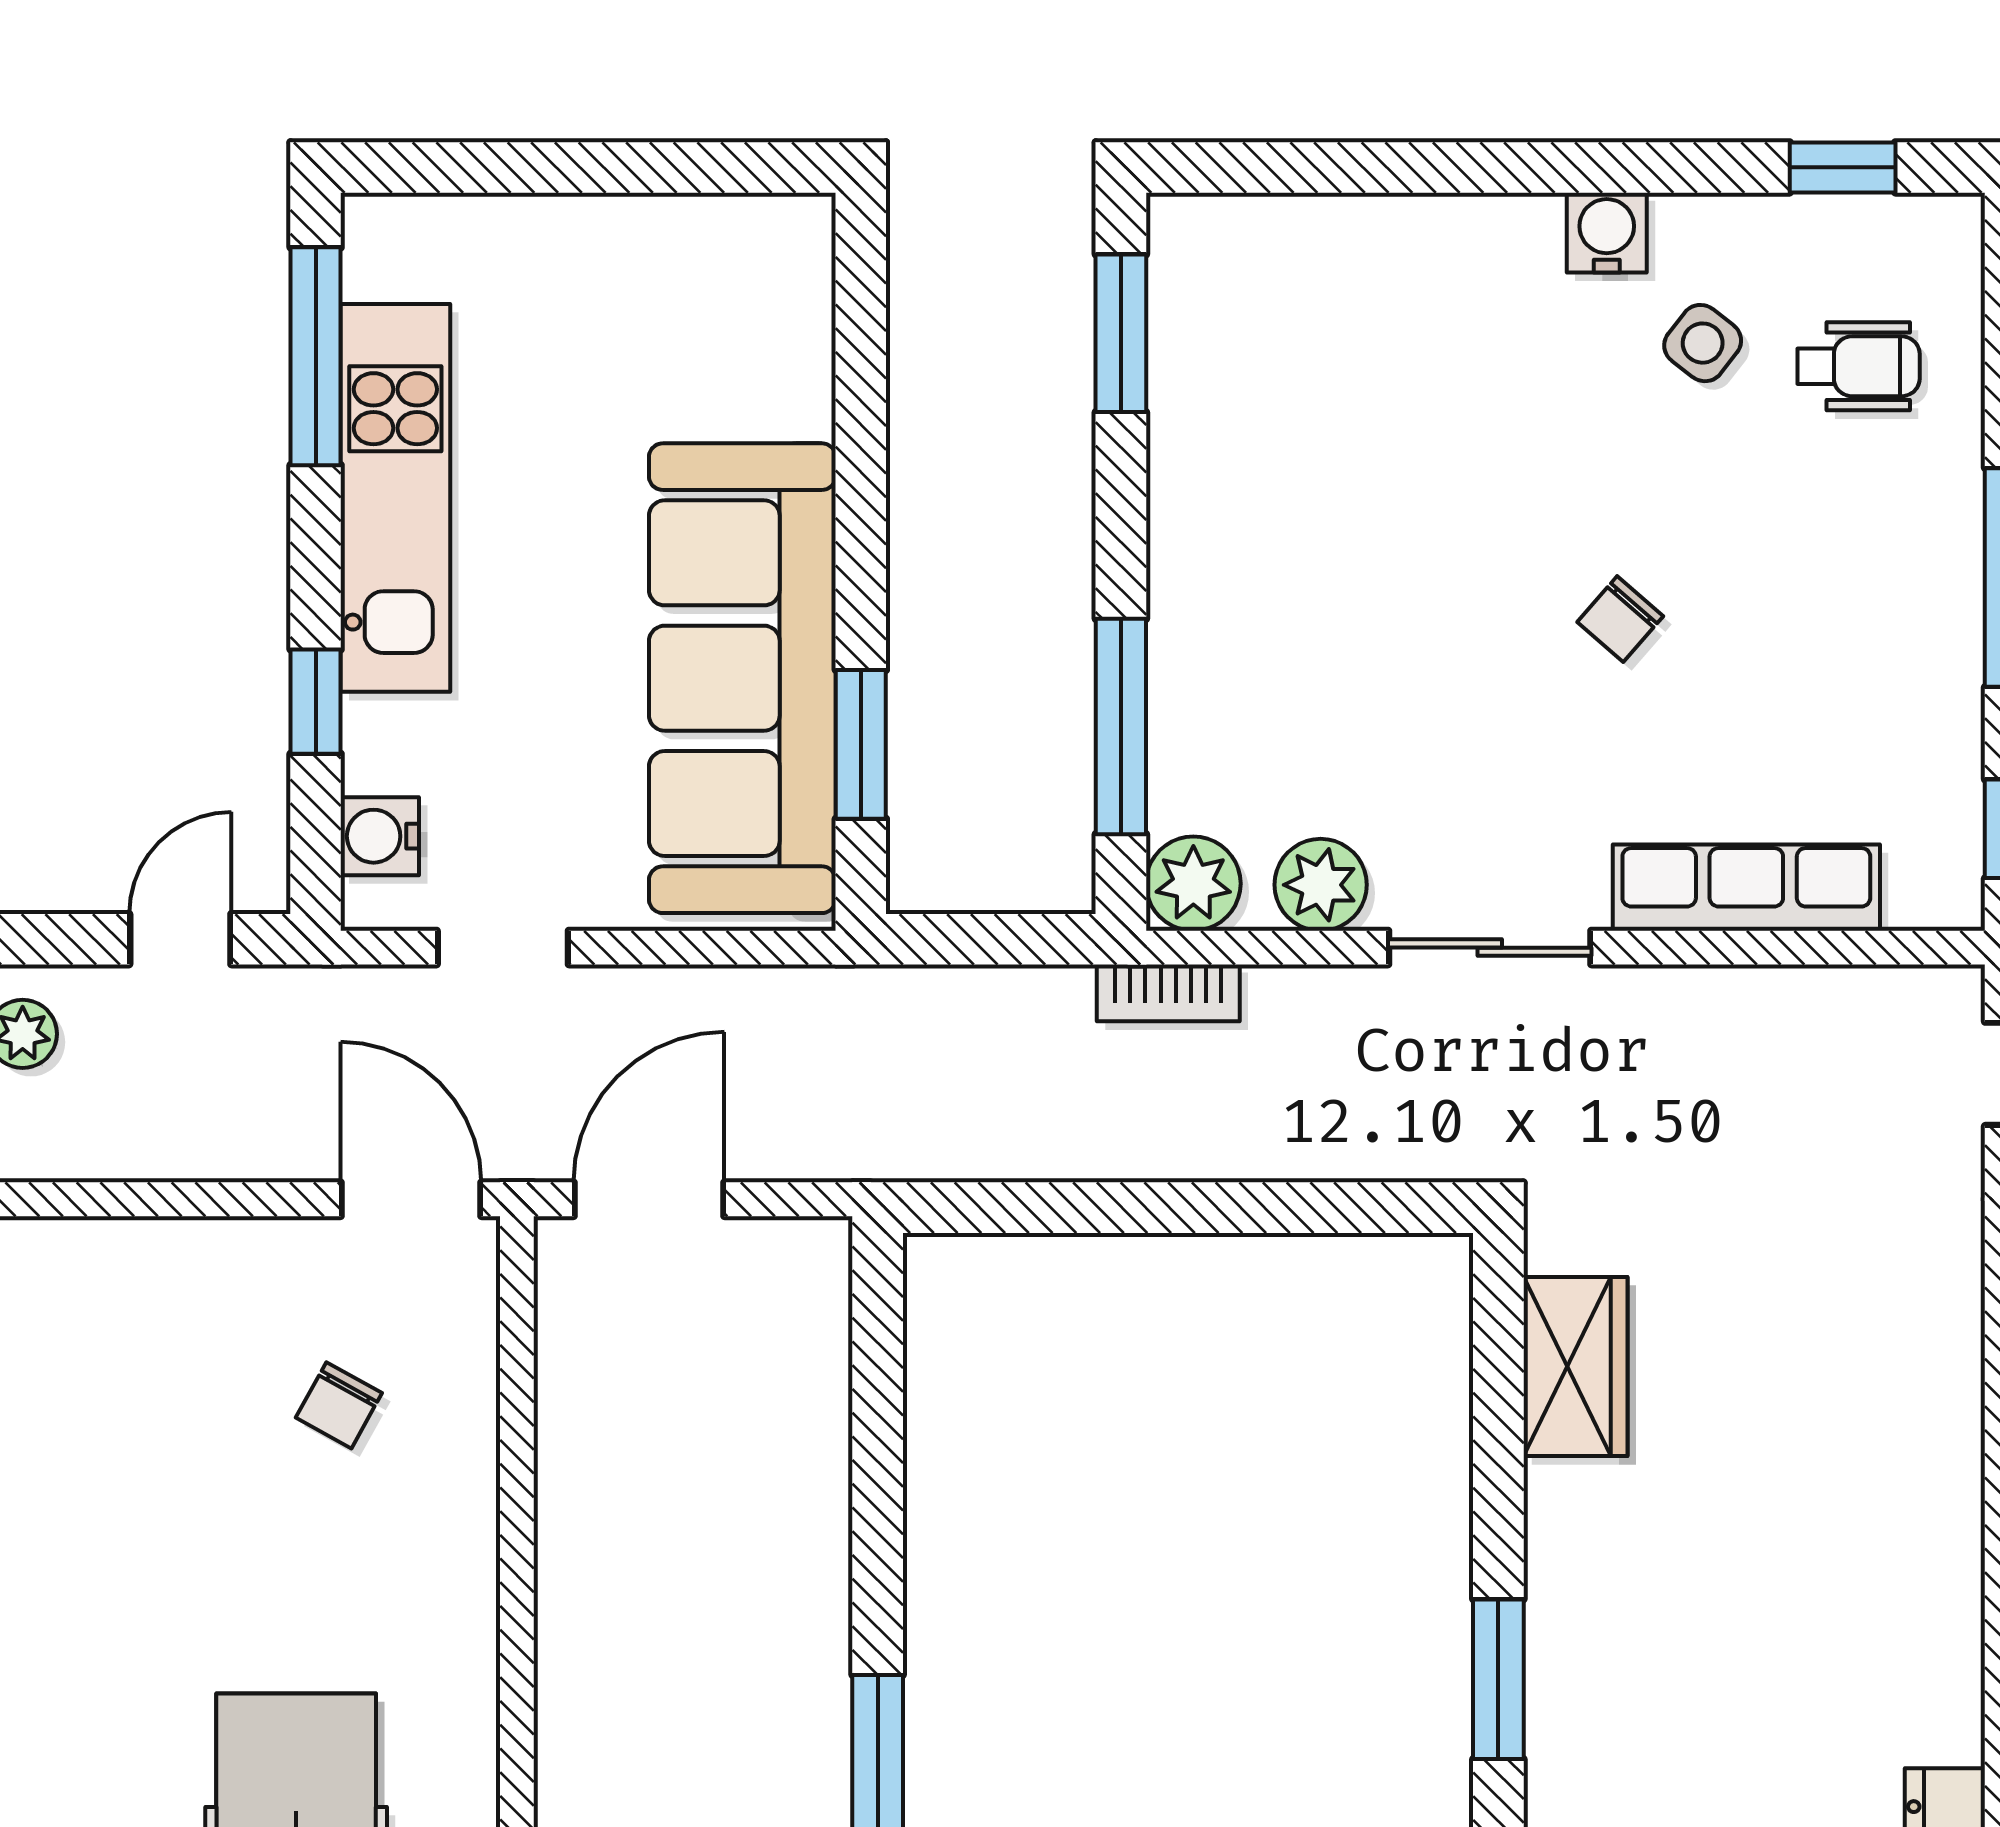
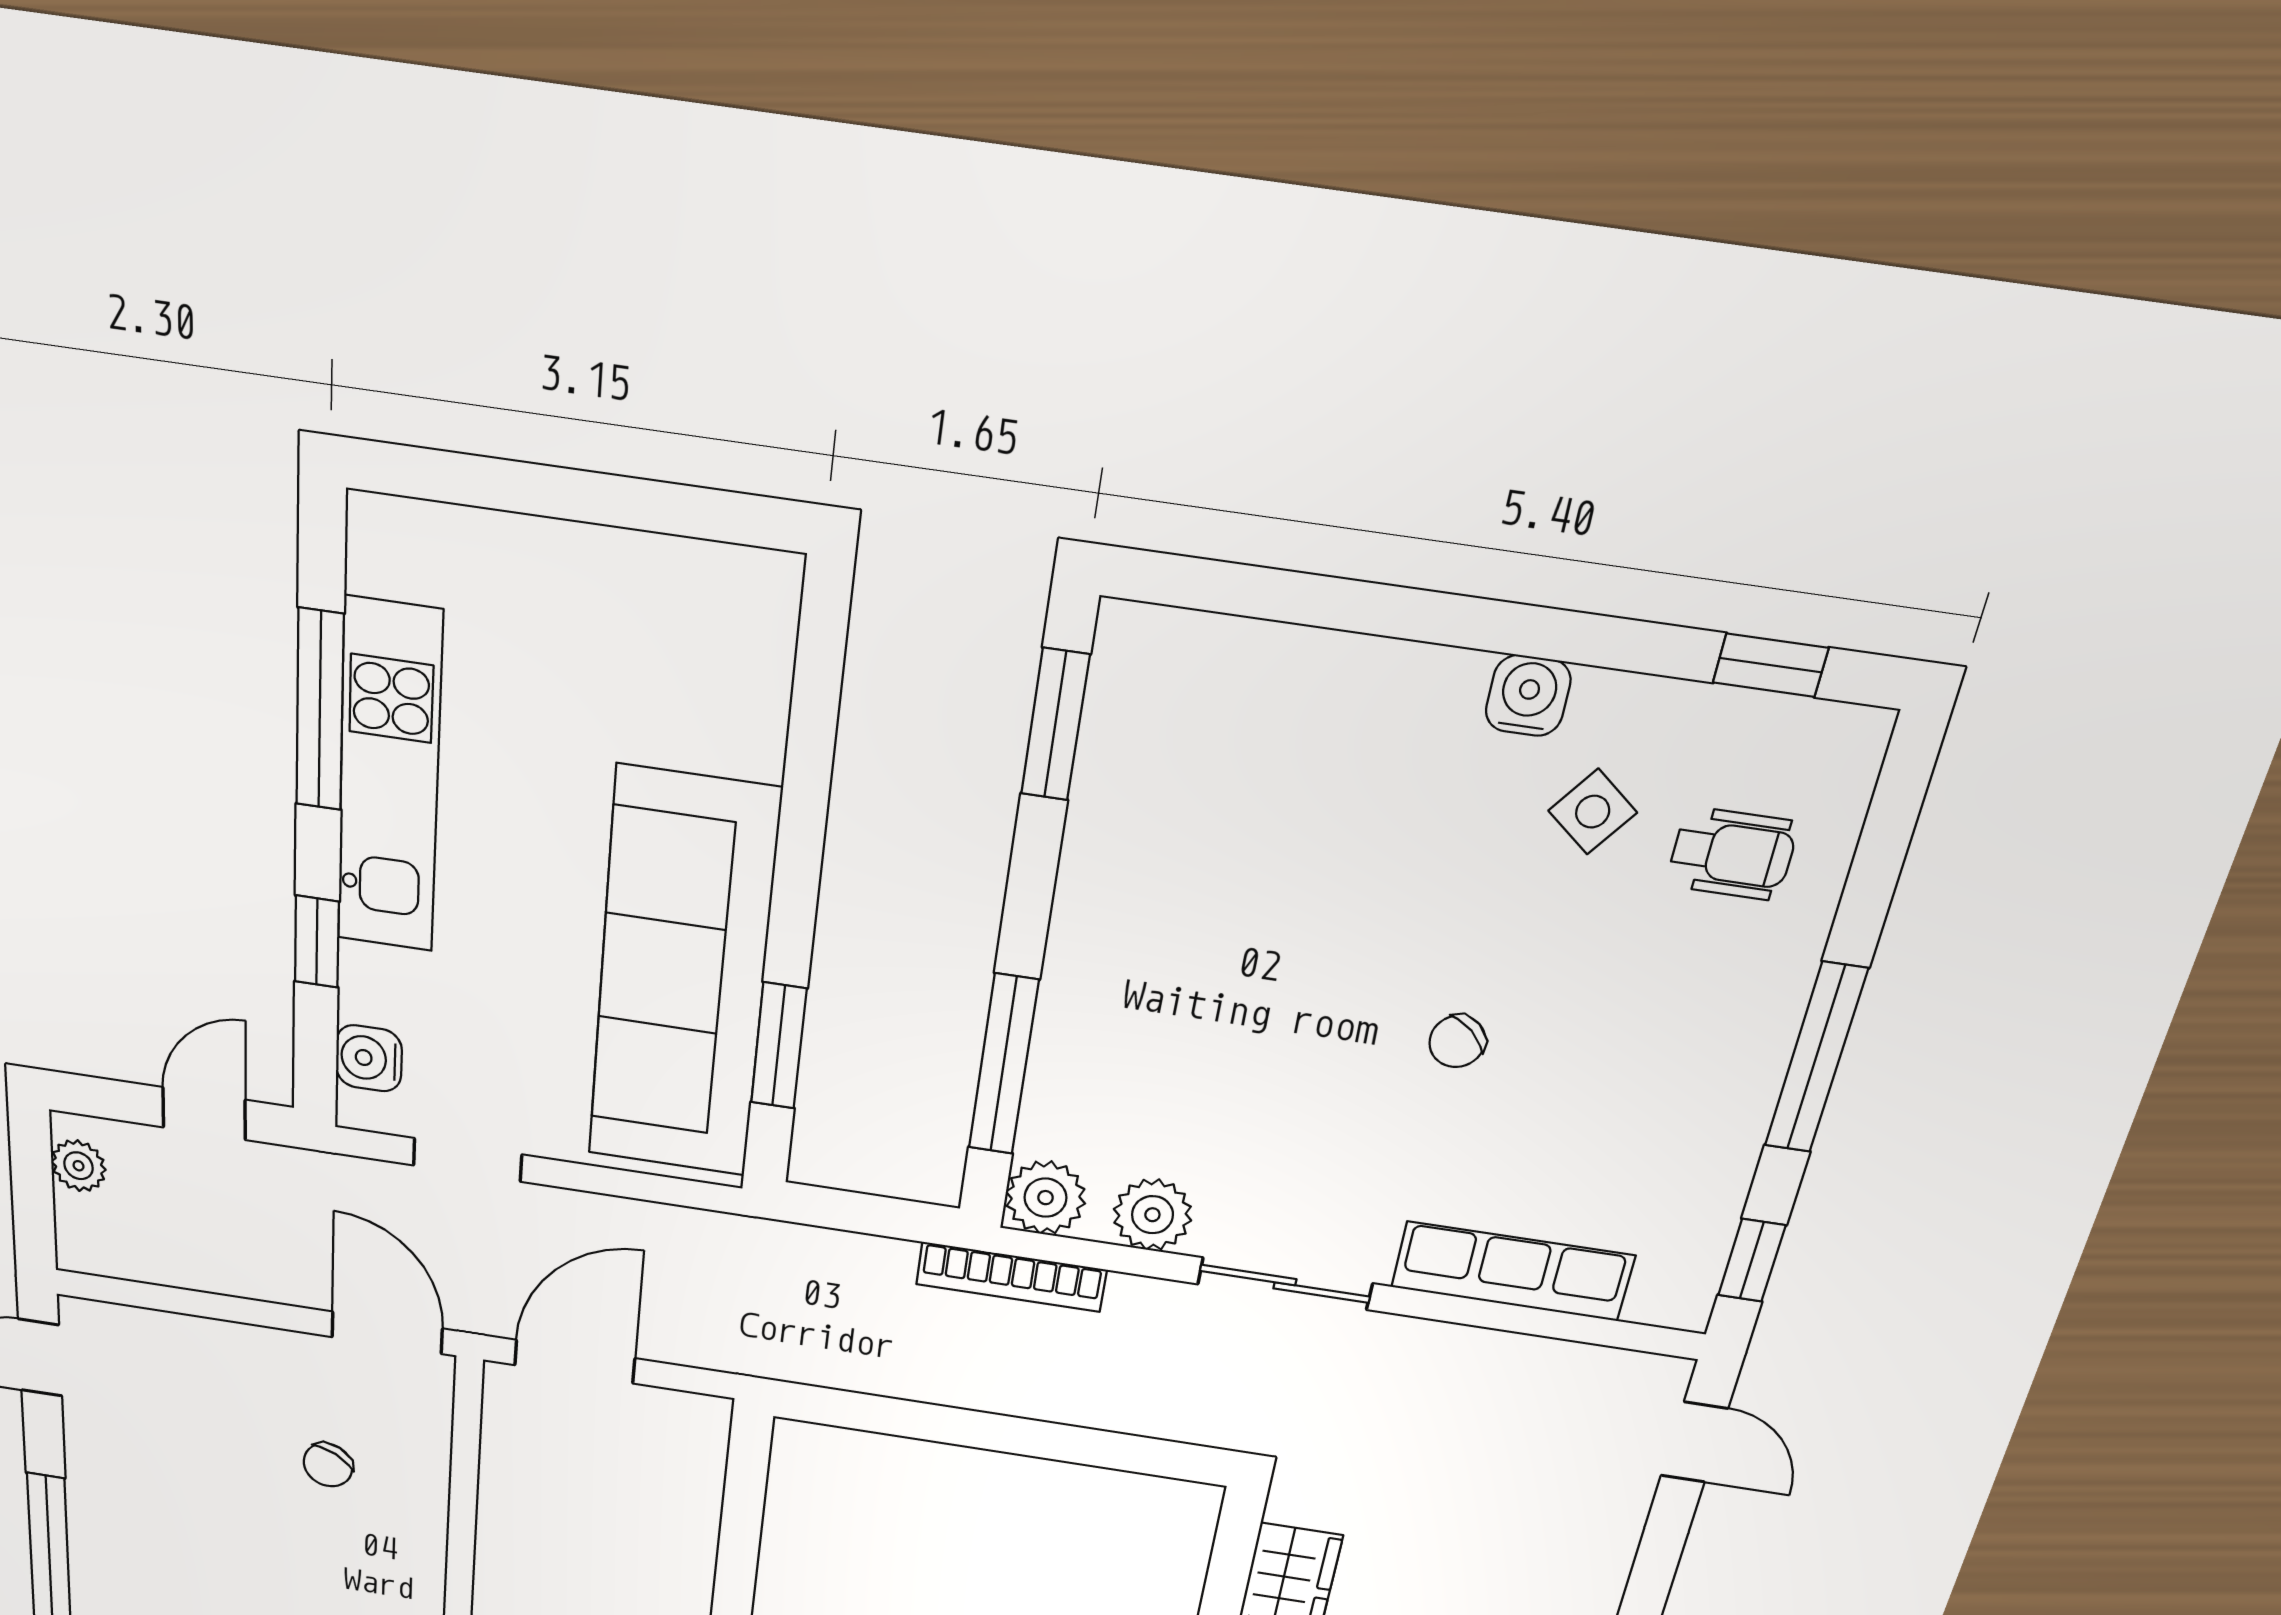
window: (316, 356) -> (320, 710), moved
bookcase: (1168, 993) -> (1011, 1277), width x1.56

